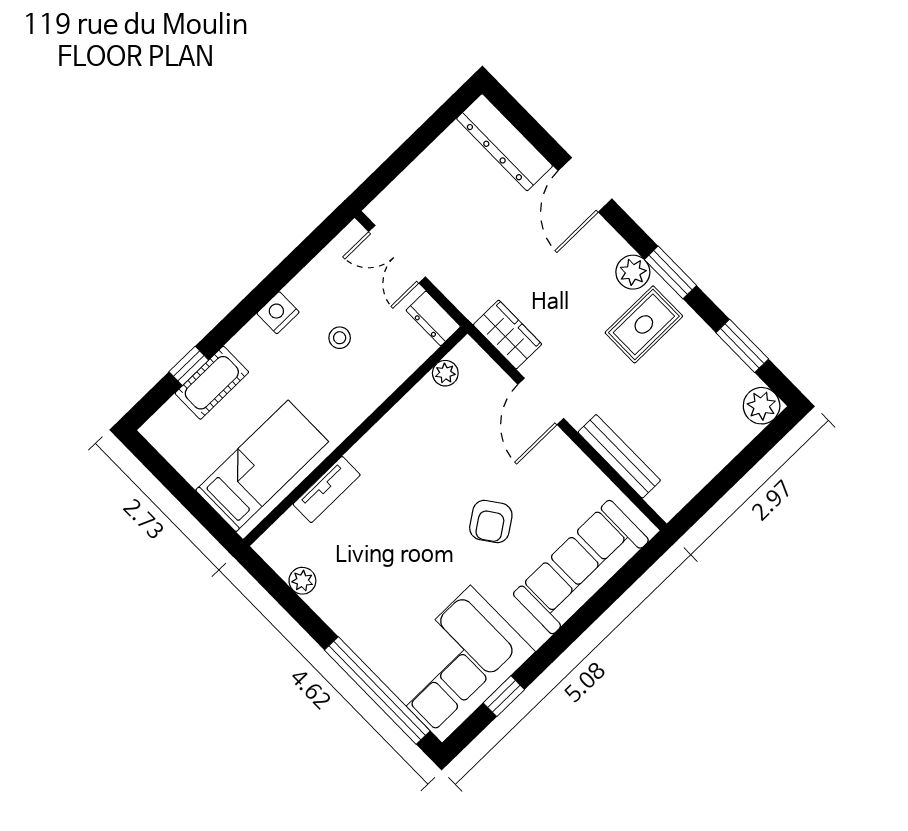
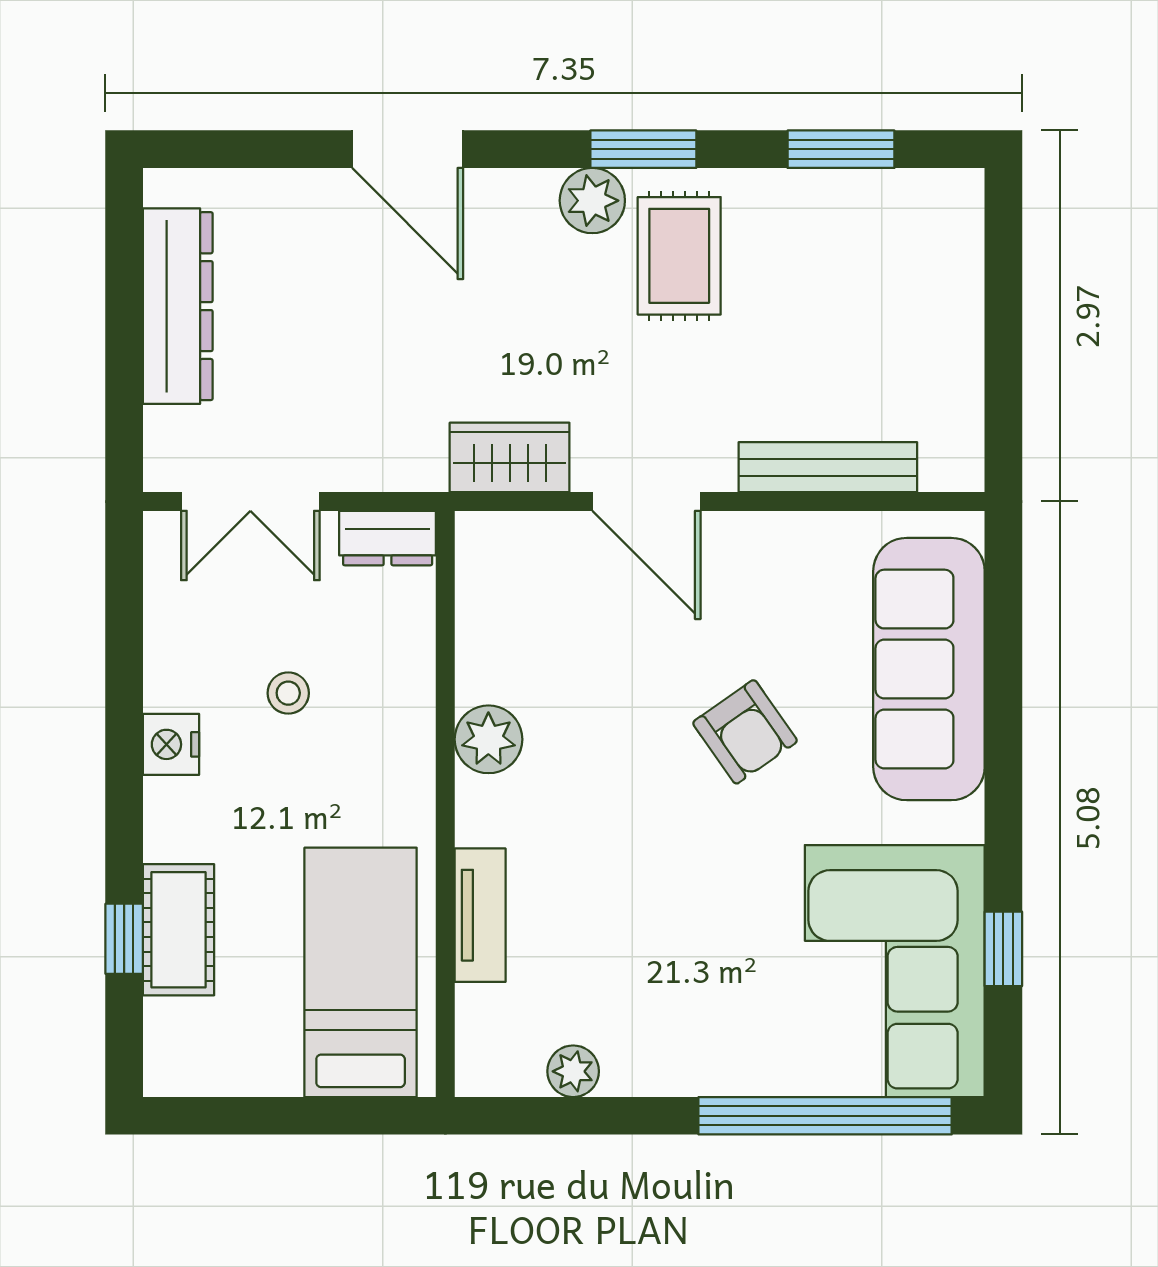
dresser: (505, 142) -> (178, 306), moved, turned -90
plant: (445, 373) -> (488, 739), moved, width x1.38, depth x1.38
plant: (762, 406) -> (950, 203), removed

